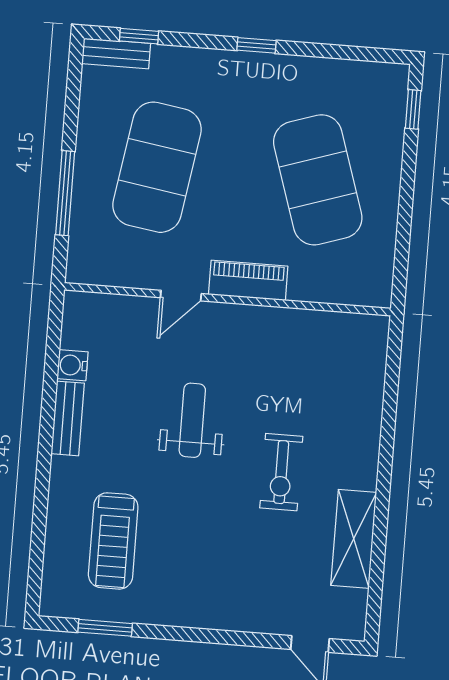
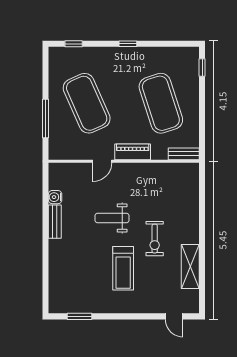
bench: (116, 54) -> (184, 154), moved
exercise mat: (157, 167) -> (87, 103), turned -33
weight bench: (192, 420) -> (112, 218), turned -90
treadmill: (113, 541) -> (123, 268), moved

